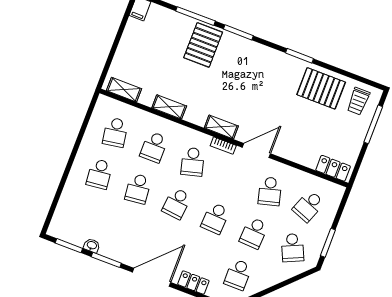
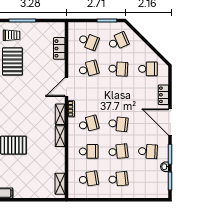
shelving: (169, 107) -> (60, 136), moved
door: (256, 150) -> (66, 87), hinge flipped
locker: (333, 168) -> (59, 48), moved
school desk: (215, 218) -> (148, 151), moved

